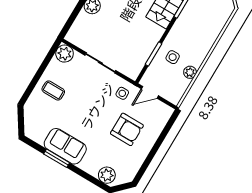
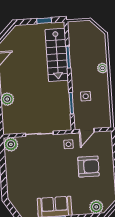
plant: (190, 72) -> (103, 68), moved
coffee table: (53, 91) -> (20, 175), removed

